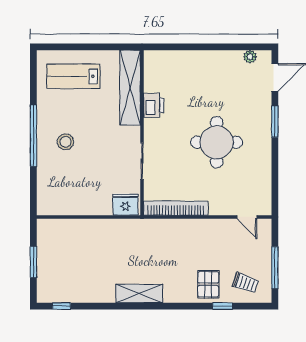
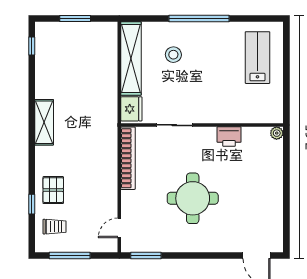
plant: (250, 57) -> (277, 133), moved
shelving: (130, 88) -> (131, 59), moved, turned 90
window: (275, 122) -> (146, 256), moved
stool: (65, 142) -> (173, 55), moved
trolley: (245, 283) -> (55, 227), turned -109
pallet: (208, 284) -> (53, 190), turned 90

